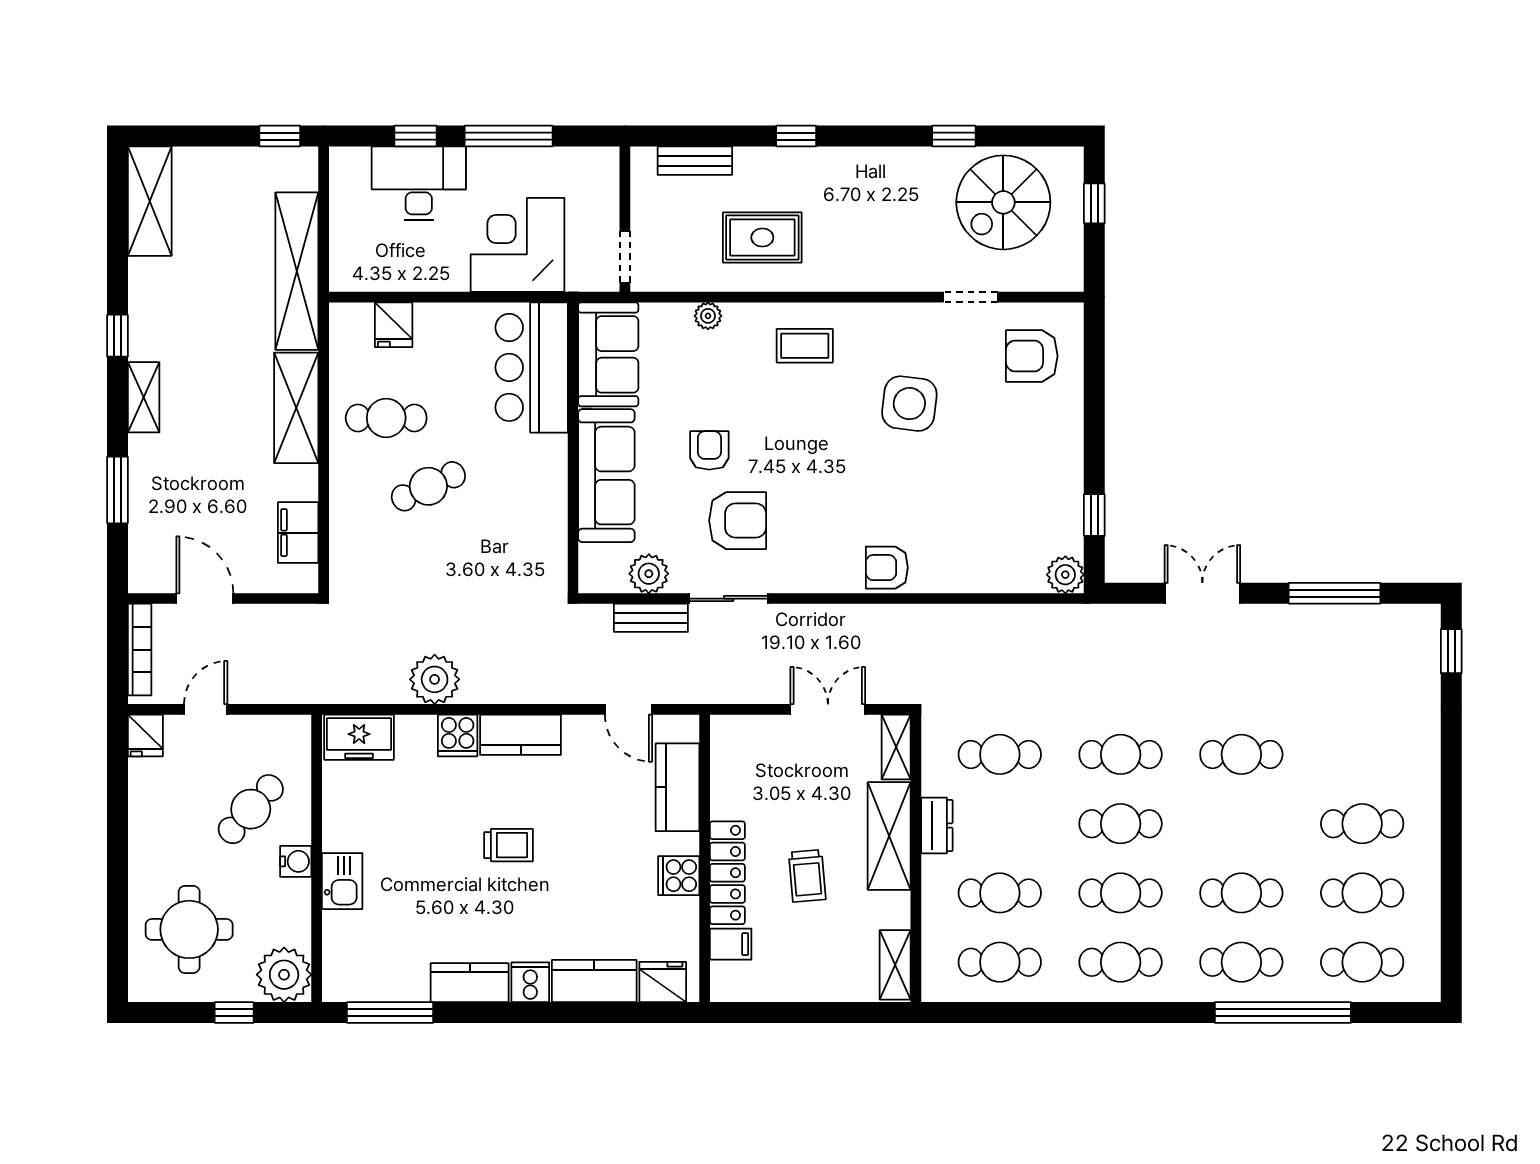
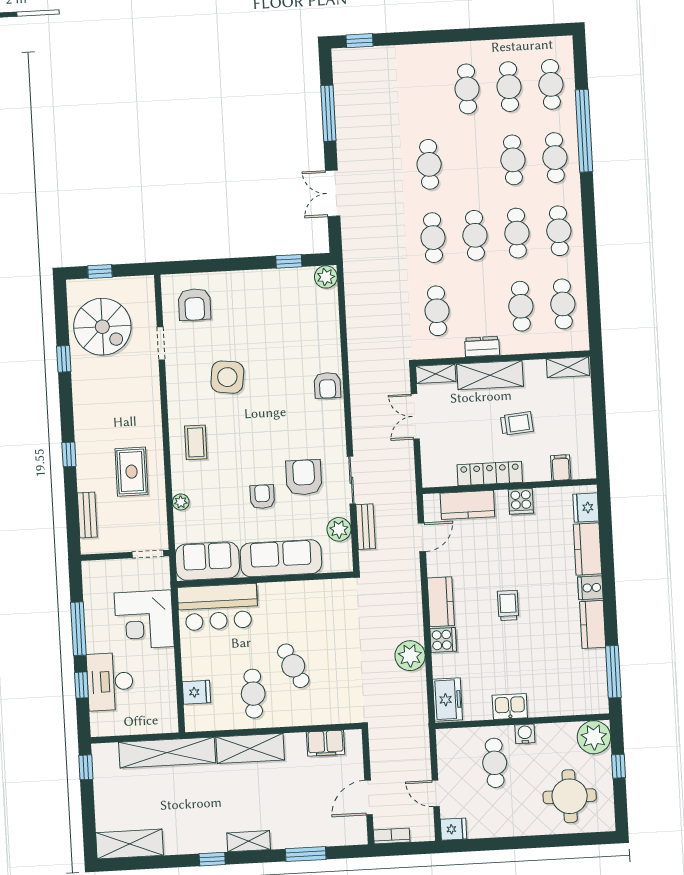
armchair: (709, 450) -> (262, 497), turned 90
bookcase: (140, 650) -> (392, 836), width x0.64
cafe table: (251, 809) -> (495, 763), turned 48
locker: (727, 873) -> (490, 473), moved
kitchen sink: (342, 881) -> (510, 706), moved

